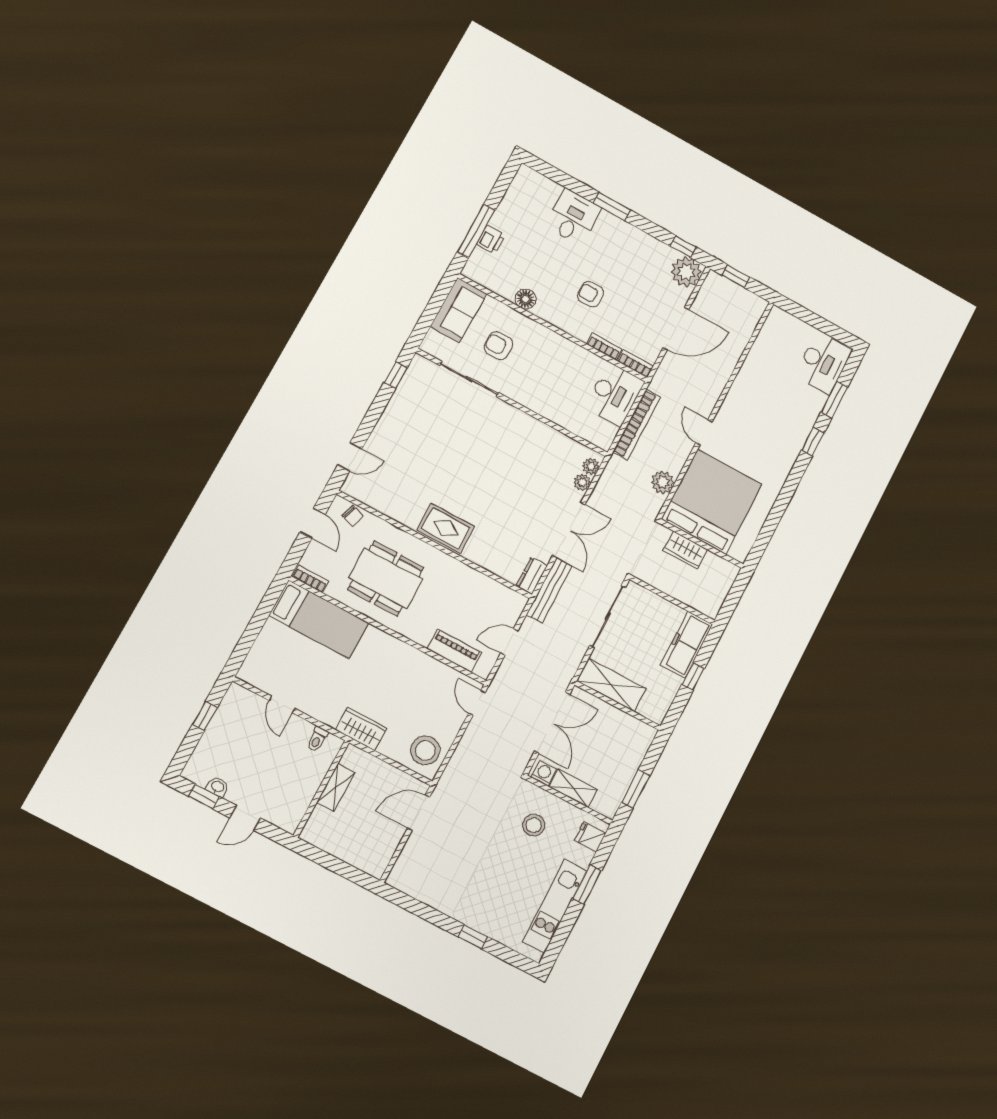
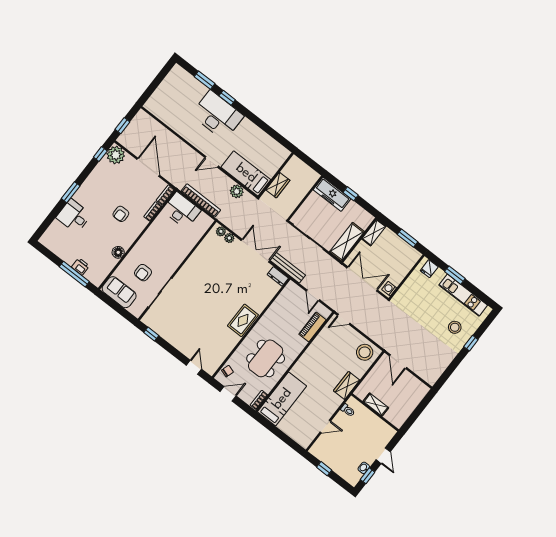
desk: (823, 363) -> (217, 115), moved, width x1.36, depth x1.30
bed: (712, 502) -> (246, 173), width x0.49
shelving: (573, 788) -> (374, 233), moved
stool: (534, 825) -> (455, 327), moved

